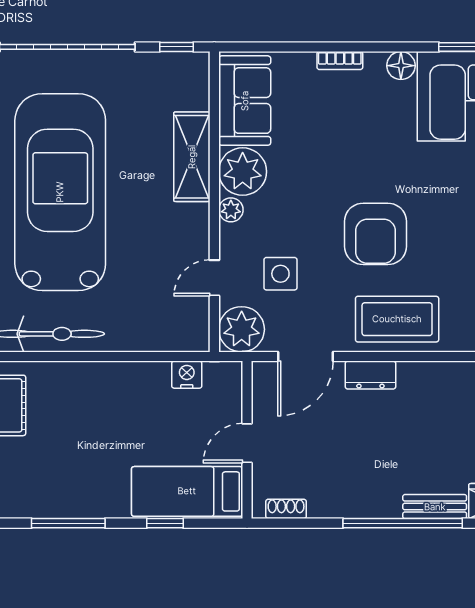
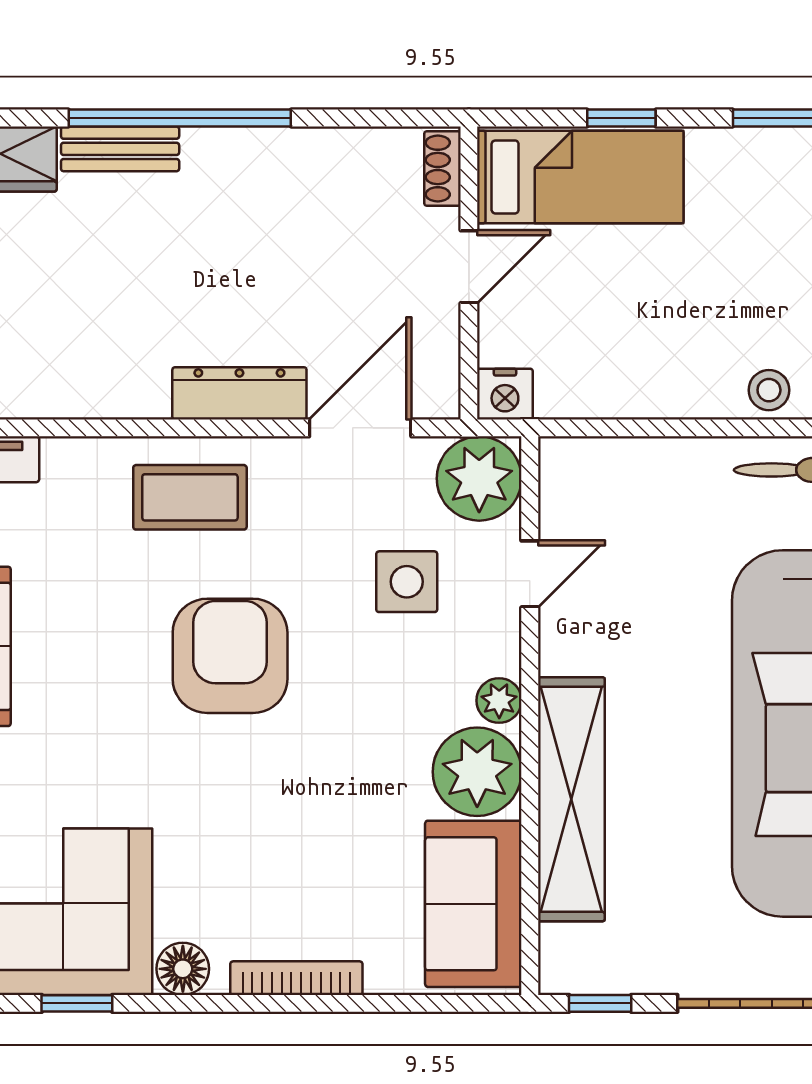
bookcase: (340, 61) -> (296, 978), width x1.56
shelving: (192, 157) -> (571, 799), width x1.47
coffee table: (397, 319) -> (190, 497), width x0.73, depth x0.76
nightstand: (187, 375) -> (505, 394), moved
dresser: (370, 375) -> (239, 393), width x1.44
stool: (86, 377) -> (769, 390), added
shoe rack: (286, 509) -> (442, 169), moved, turned 90

